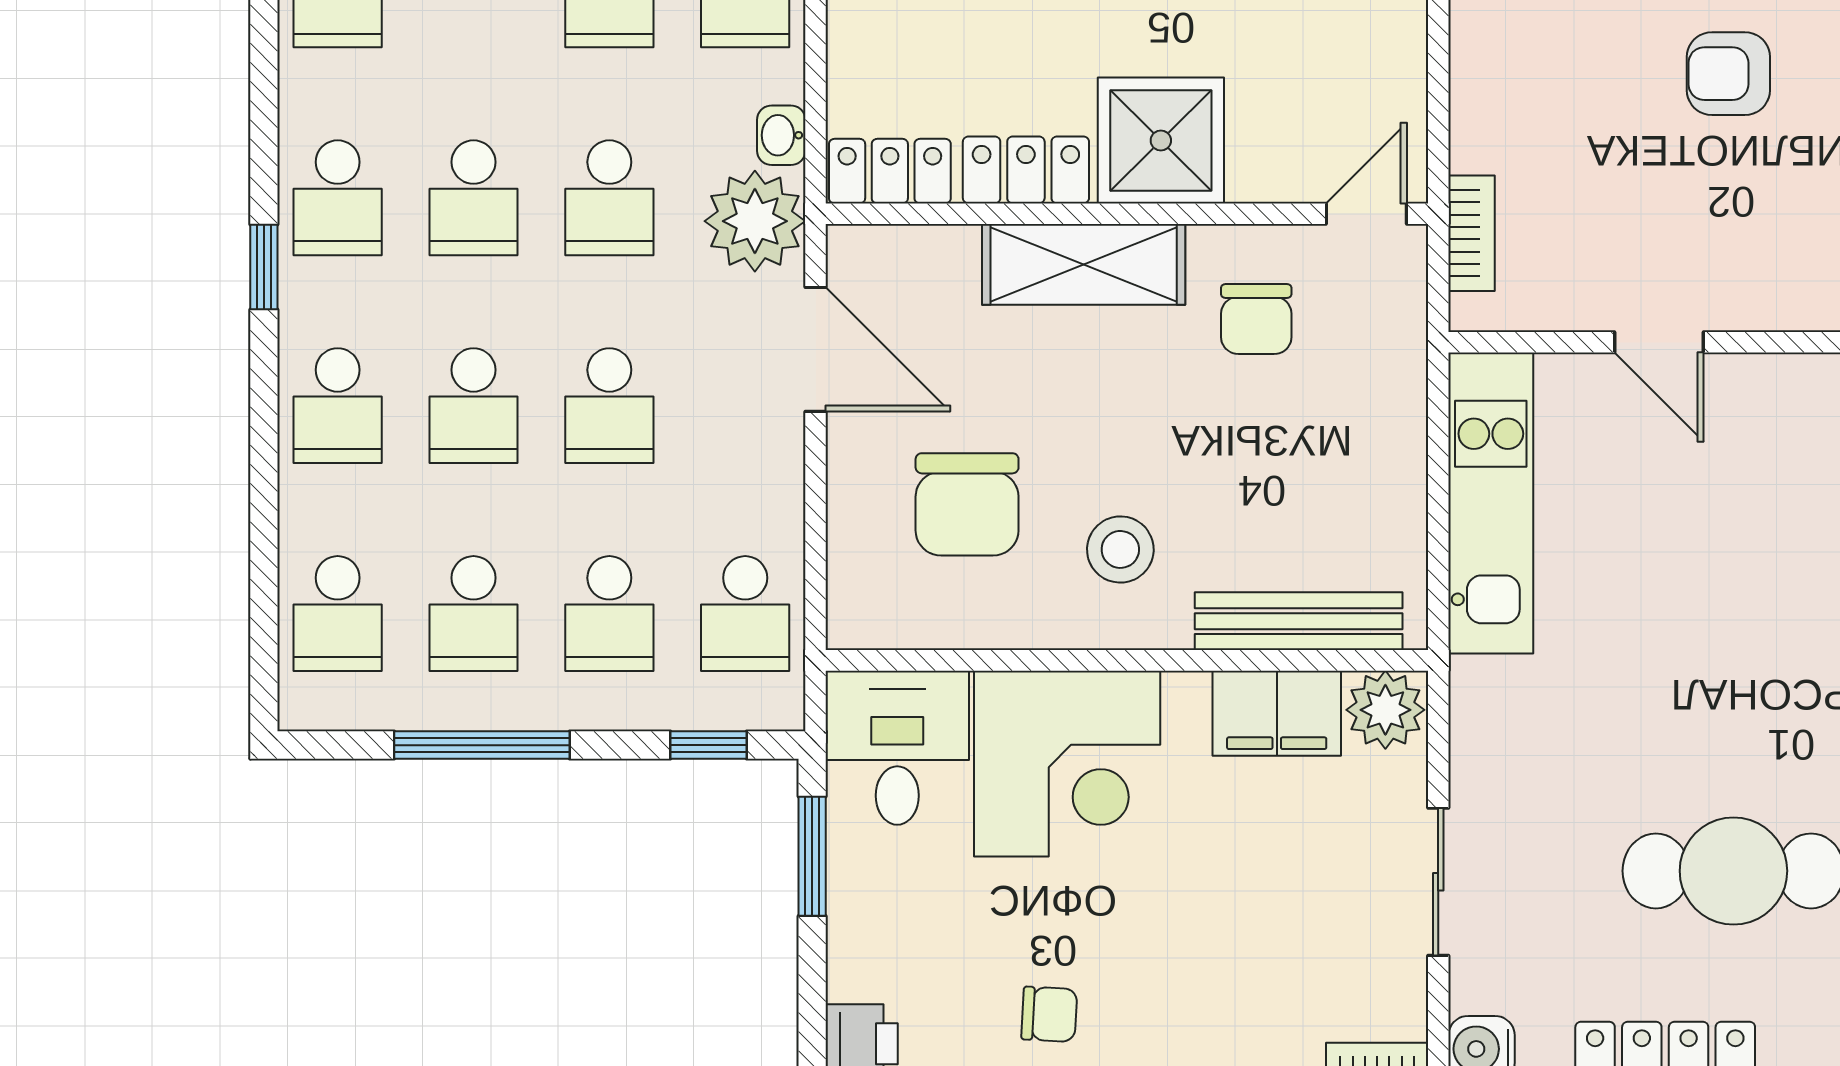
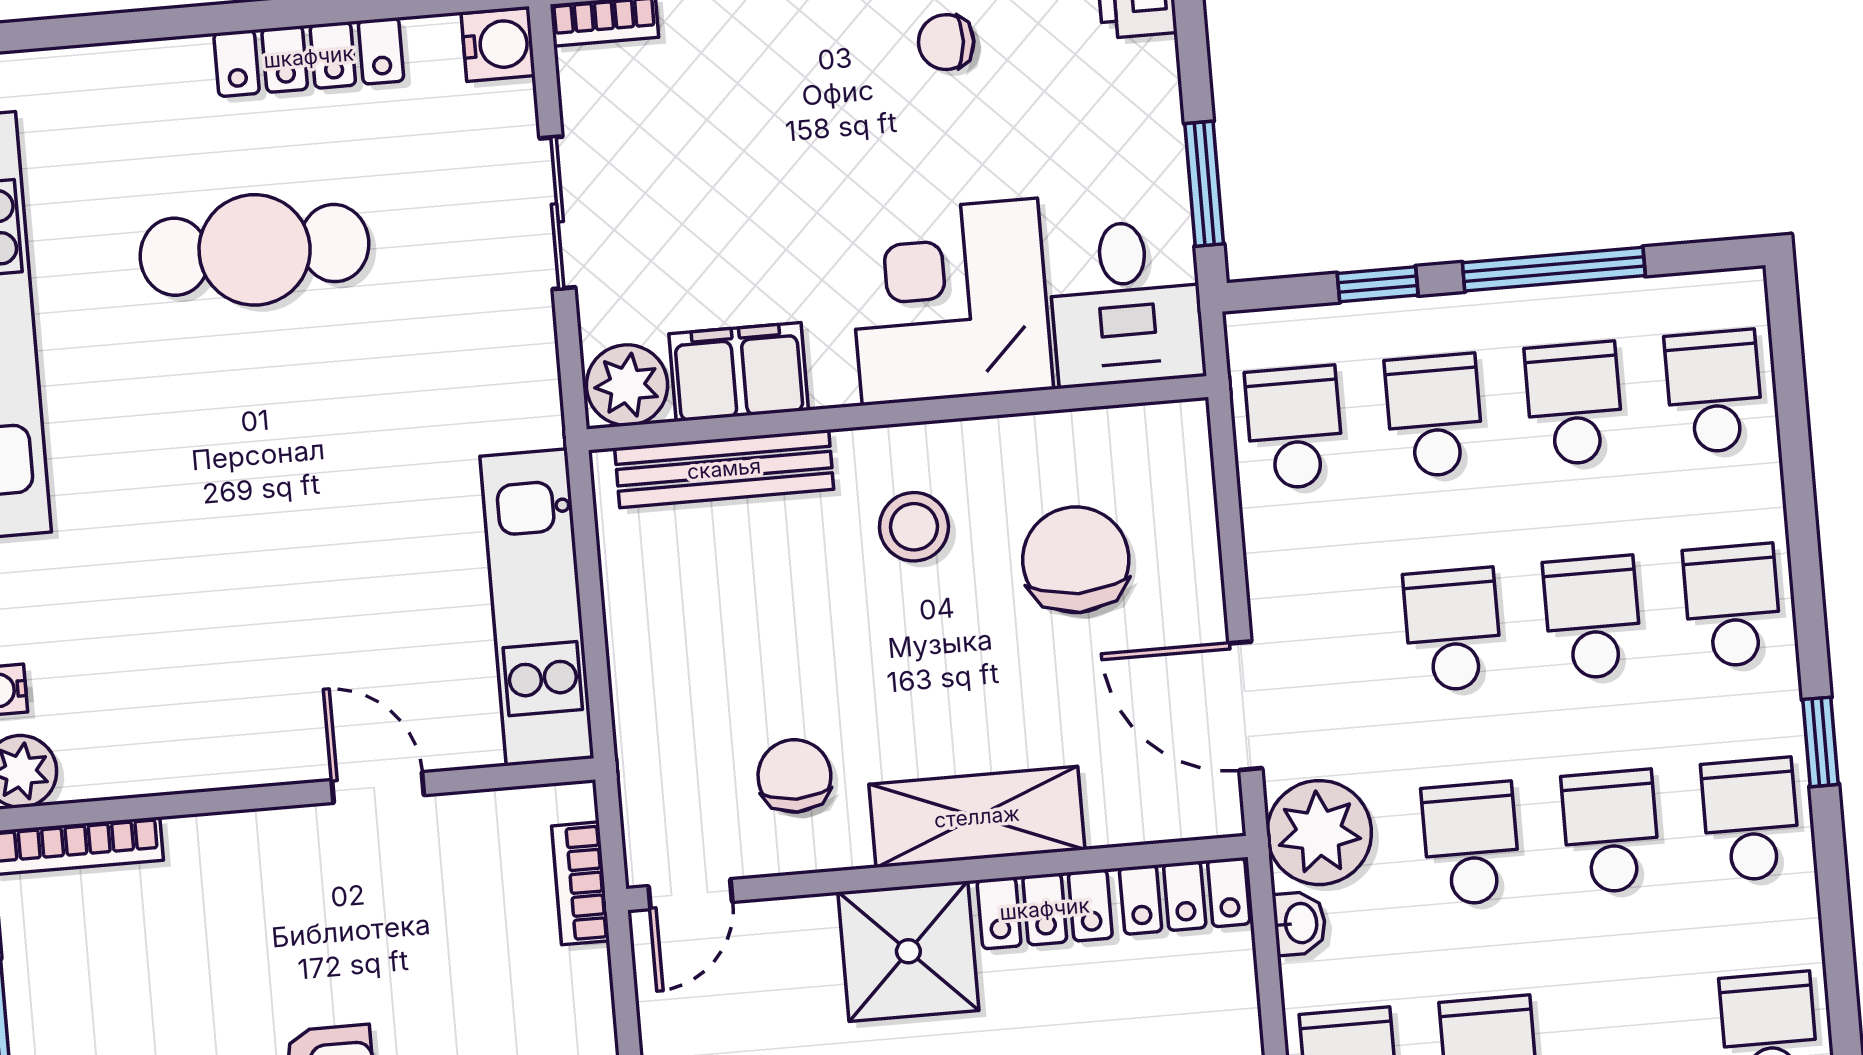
window: (709, 745) -> (1378, 284), moved

